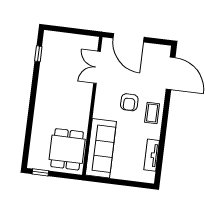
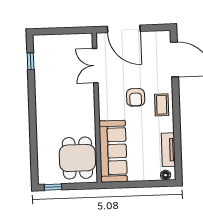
floor lamp: (145, 178) -> (166, 175), added

